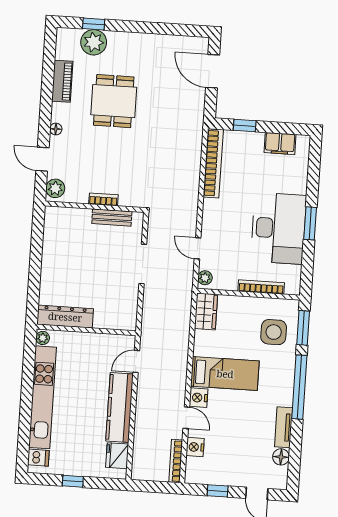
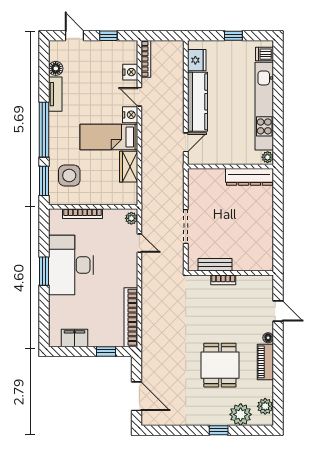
window: (94, 24) -> (219, 430), moved
piano: (62, 81) -> (265, 362), moved
plant: (55, 188) -> (265, 406), moved
wardrobe: (206, 311) -> (129, 167), moved

